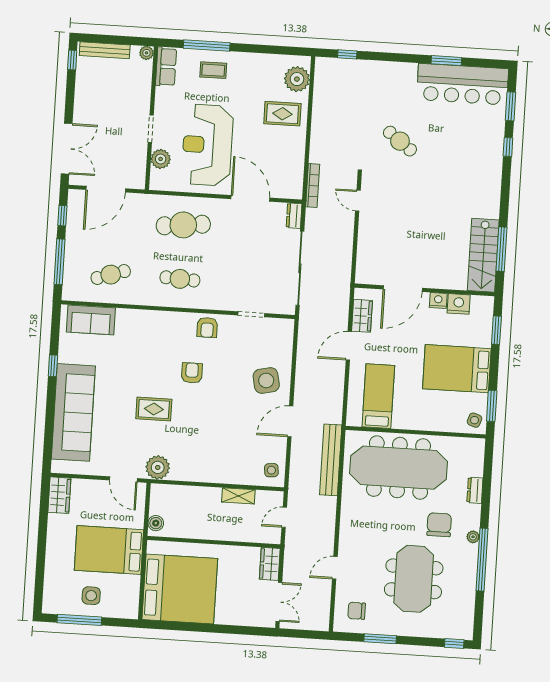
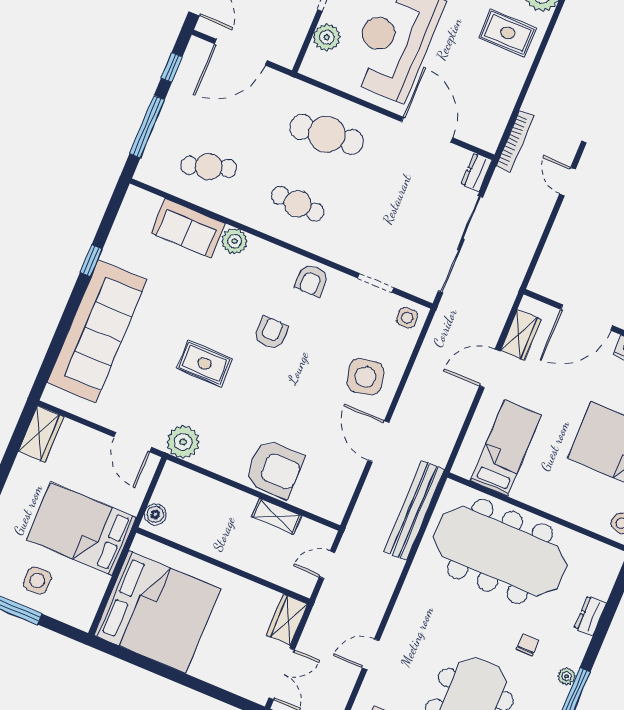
plant: (146, 319) -> (234, 241), added
sofa: (91, 320) -> (188, 228), moved
door: (290, 421) -> (378, 441), hinge flipped
armchair: (226, 464) -> (274, 469), added
side table: (271, 470) -> (407, 318), moved
chair: (439, 525) -> (528, 645), width x0.54, depth x0.54

